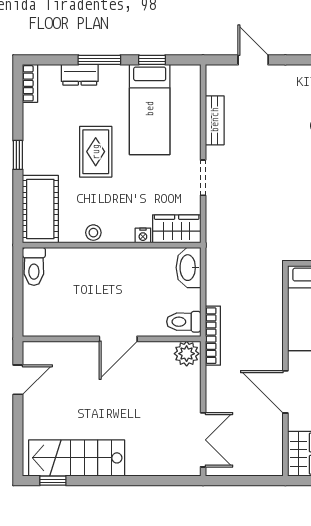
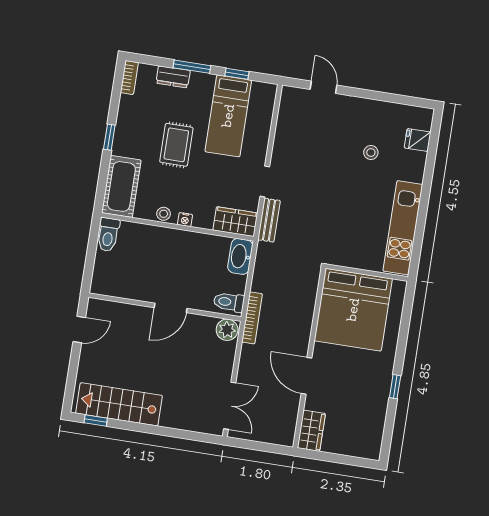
bench: (215, 120) -> (269, 220), moved
nightstand: (143, 235) -> (185, 220), moved

